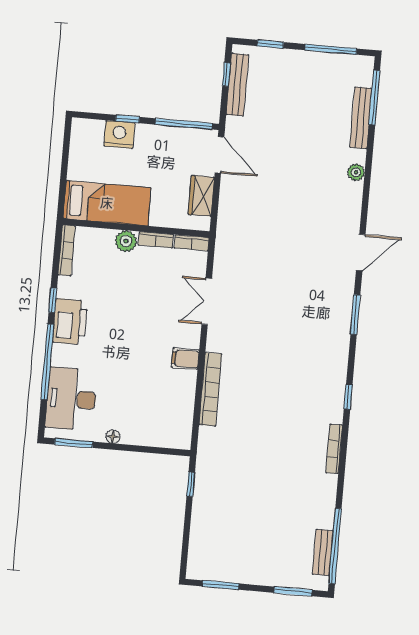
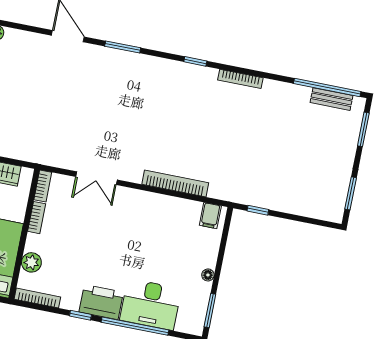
plant: (126, 241) -> (31, 262), moved
filing cabinet: (185, 359) -> (210, 216), moved
desk: (71, 399) -> (150, 304), moved

